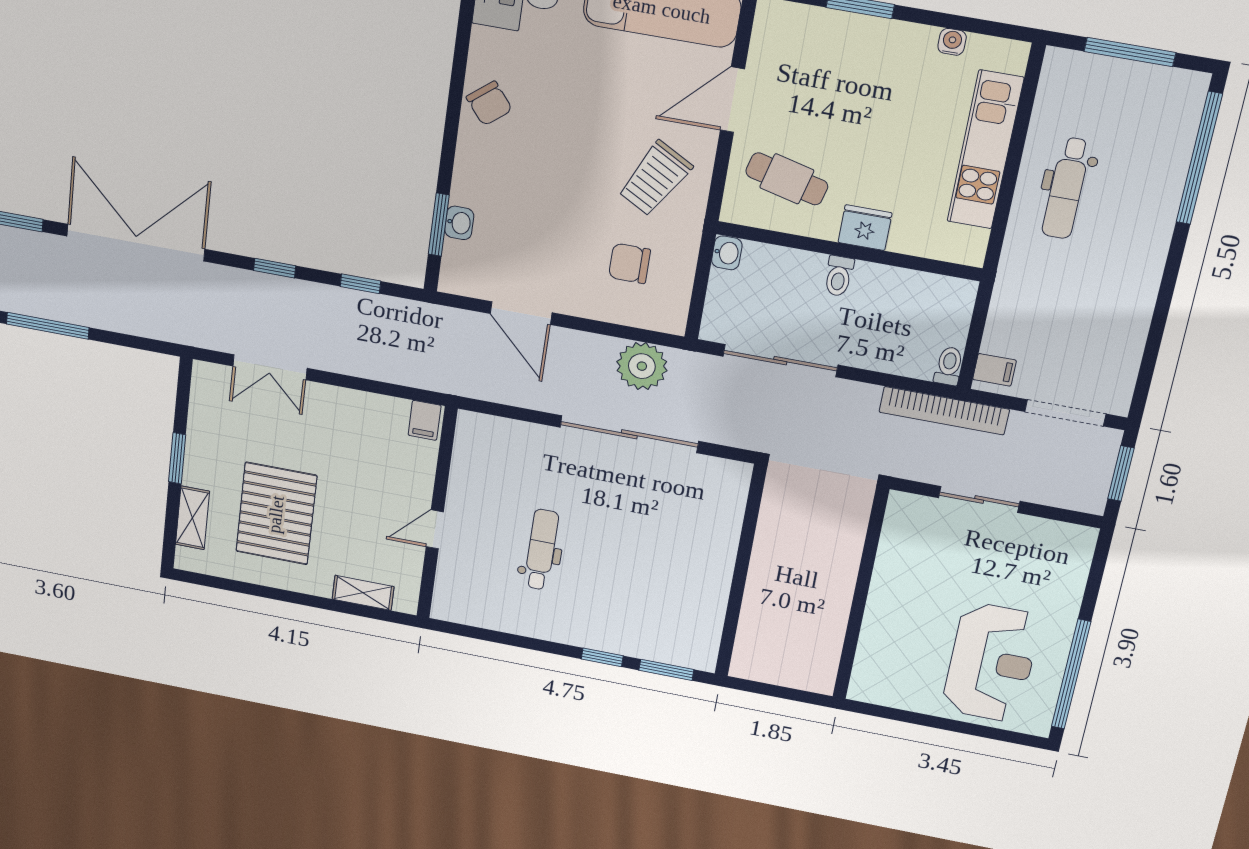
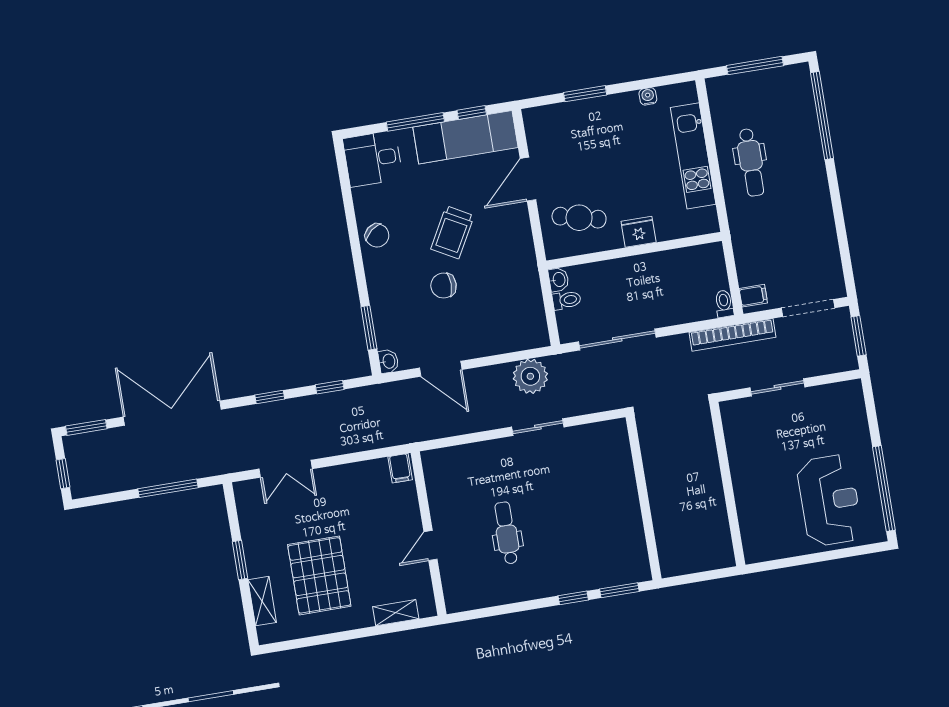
trolley: (655, 179) -> (452, 232), moved
washbasin: (459, 223) -> (388, 361), moved
chair: (629, 263) -> (444, 286), moved
toilet: (839, 276) -> (567, 300), moved, turned -90
window: (48, 326) -> (168, 488), moved
sliding door: (629, 434) -> (538, 427), width x0.54

